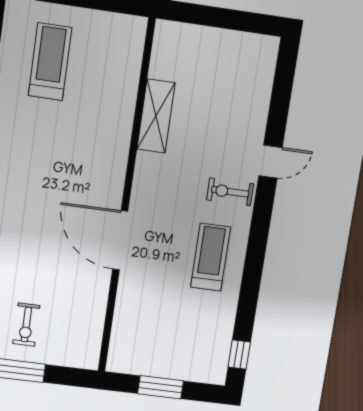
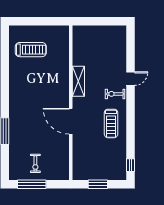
treadmill: (50, 62) -> (31, 50), turned 90
shelving: (156, 116) -> (78, 81), moved
treadmill: (211, 257) -> (111, 123), turned 180

